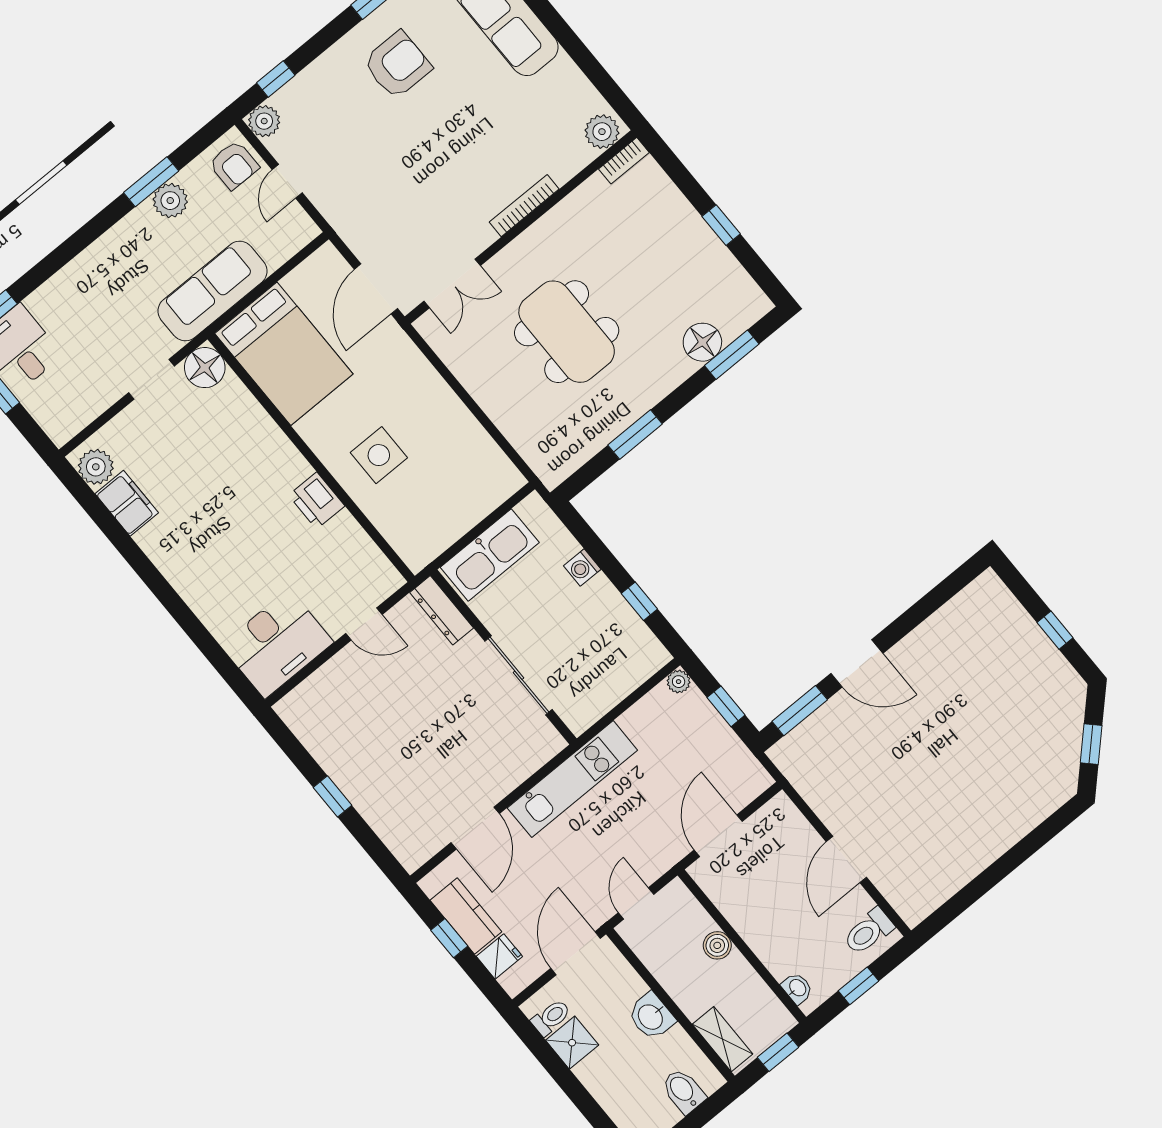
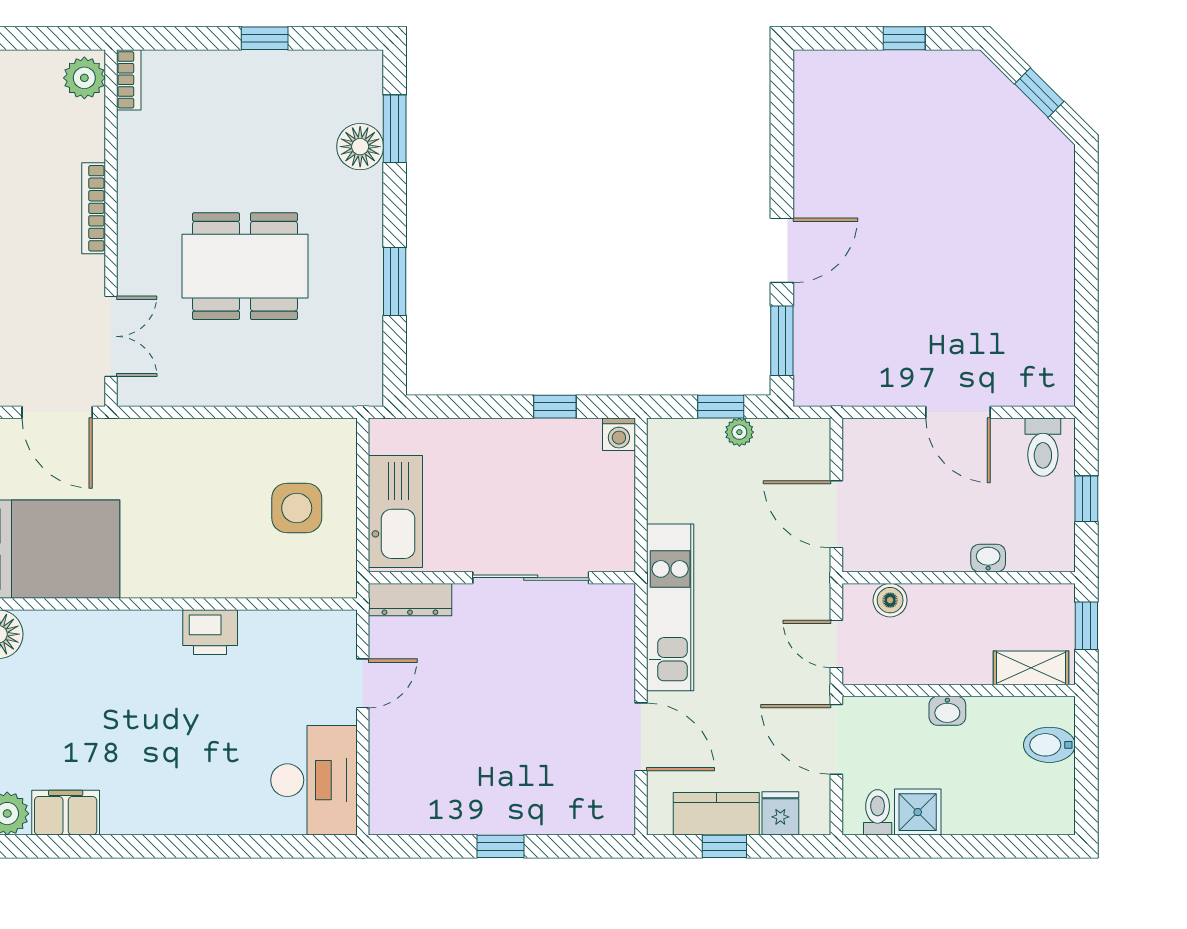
side table: (379, 455) -> (297, 508), moved
washing machine: (582, 568) -> (619, 434), moved
plant: (679, 682) -> (739, 432), moved
boiler: (717, 945) -> (890, 600), moved
washbasin: (797, 988) -> (988, 558), moved
washbasin: (651, 1016) -> (947, 711), width x0.72, depth x0.69

